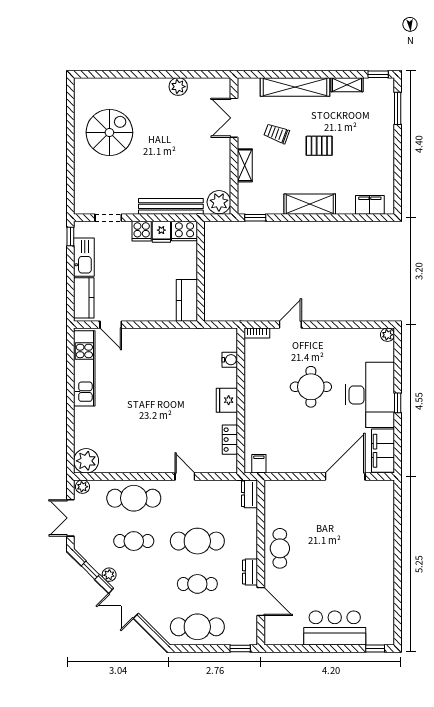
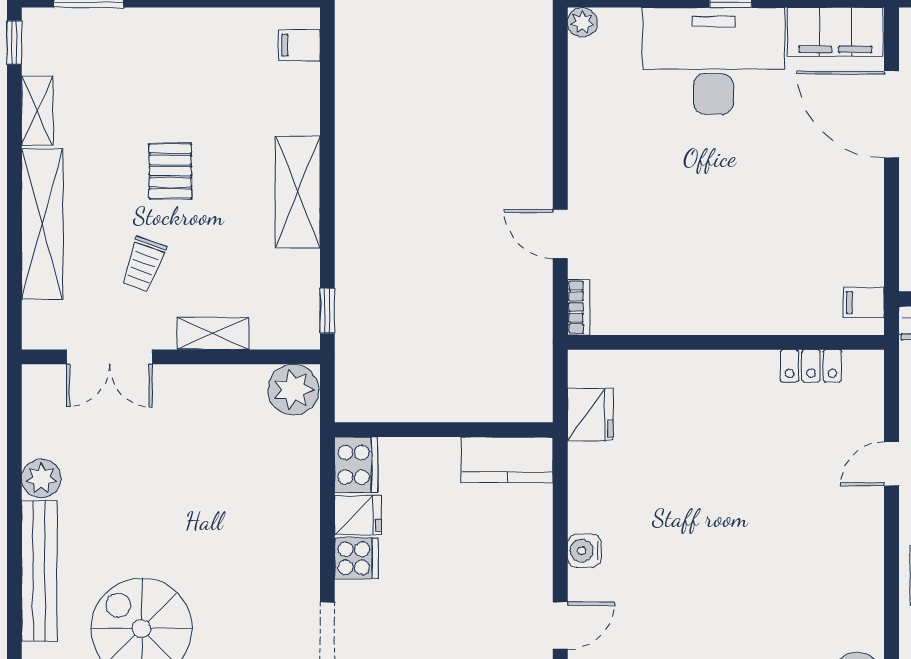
filing cabinet: (370, 205) -> (299, 45), width x0.50
bench: (171, 206) -> (39, 571), moved
water cooler: (230, 360) -> (584, 551), moved, turned -90
round table: (311, 387) -> (696, 189), removed
fridge: (227, 400) -> (590, 415), moved, turned -90

